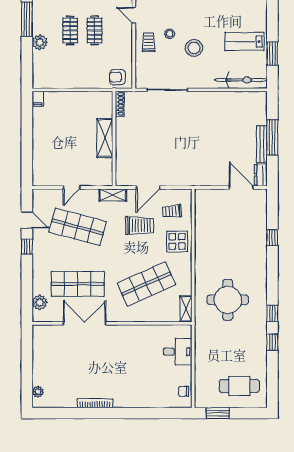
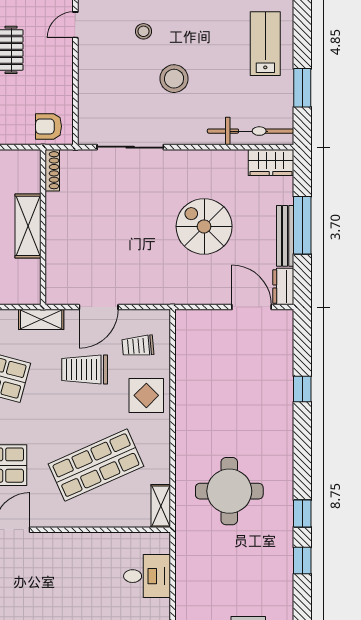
door: (134, 15) -> (75, 25), hinge flipped
stool: (170, 34) -> (143, 31), moved
lab bench: (245, 41) -> (265, 44), moved, turned 90
trolley: (149, 42) -> (100, 69), removed
wardrobe: (253, 99) -> (271, 162), added
spiral stairs: (212, 138) -> (204, 226), added
trolley: (139, 226) -> (85, 369), turned 180

